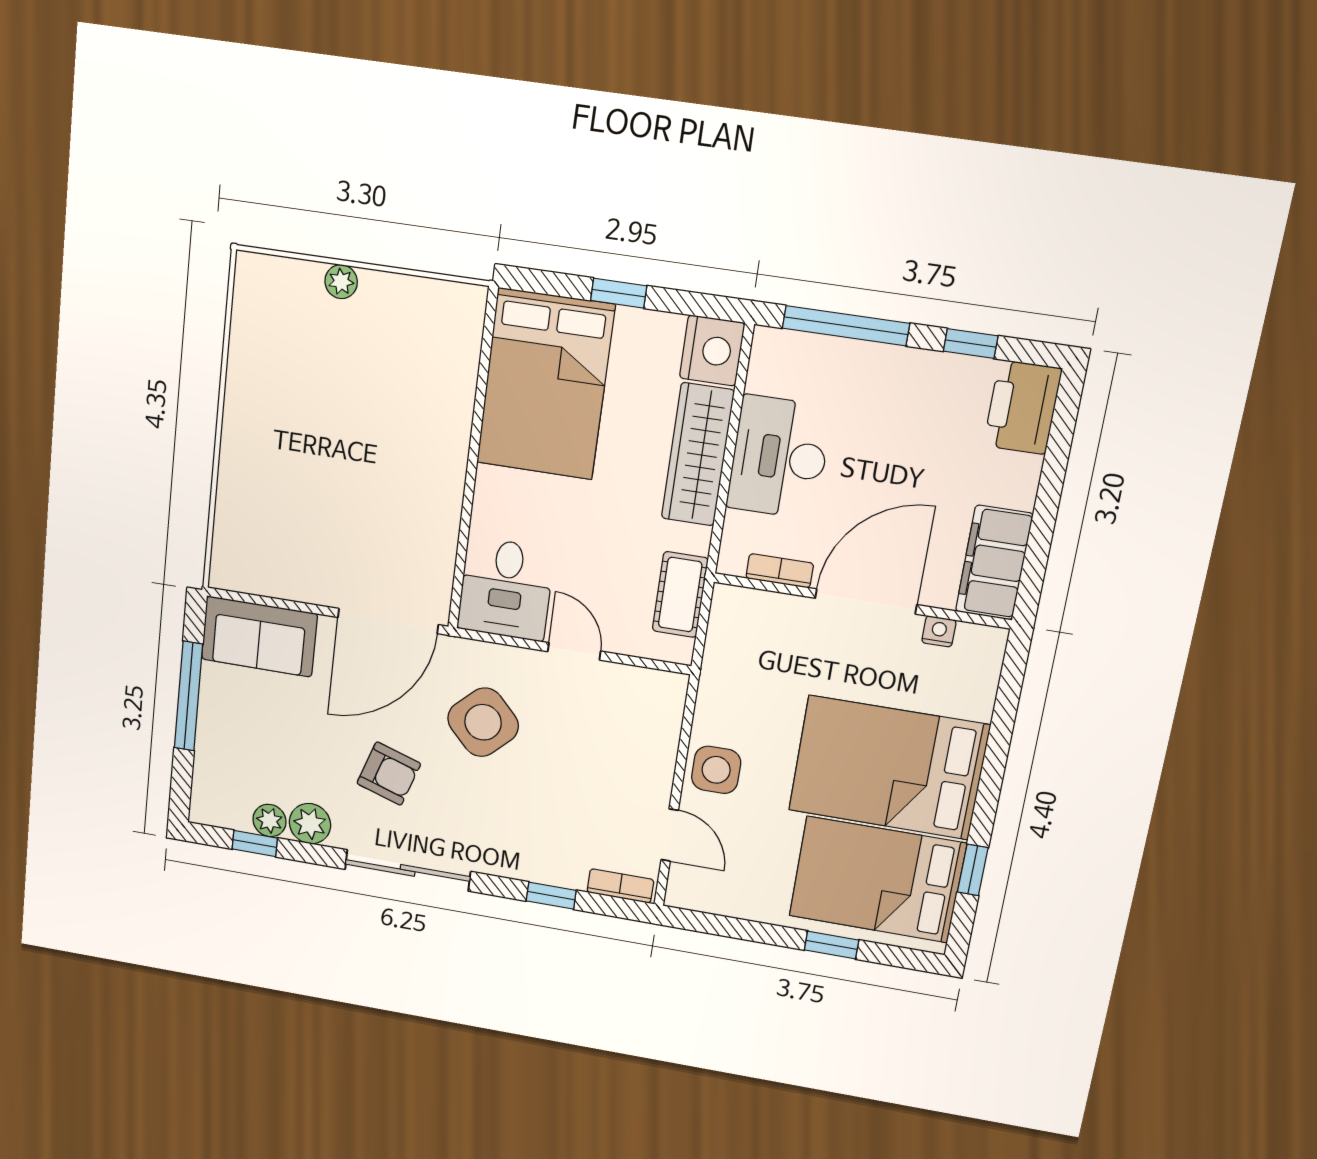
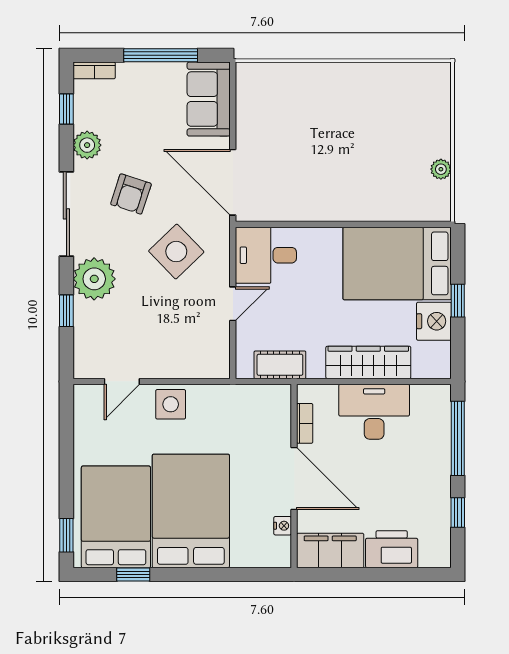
plant: (341, 282) -> (441, 169), moved
nightstand: (712, 350) -> (434, 321), moved, turned -90
printer: (1022, 407) -> (392, 549), moved
plant: (269, 820) -> (94, 279), moved, width x1.87, depth x1.87
bookcase: (620, 886) -> (94, 70), moved, turned 90
window: (832, 945) -> (66, 535), moved

